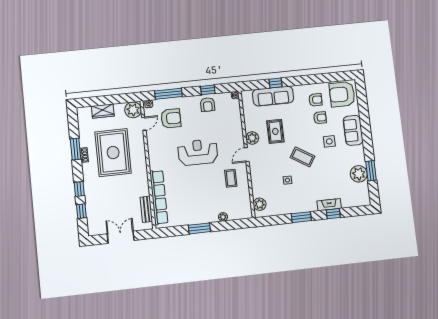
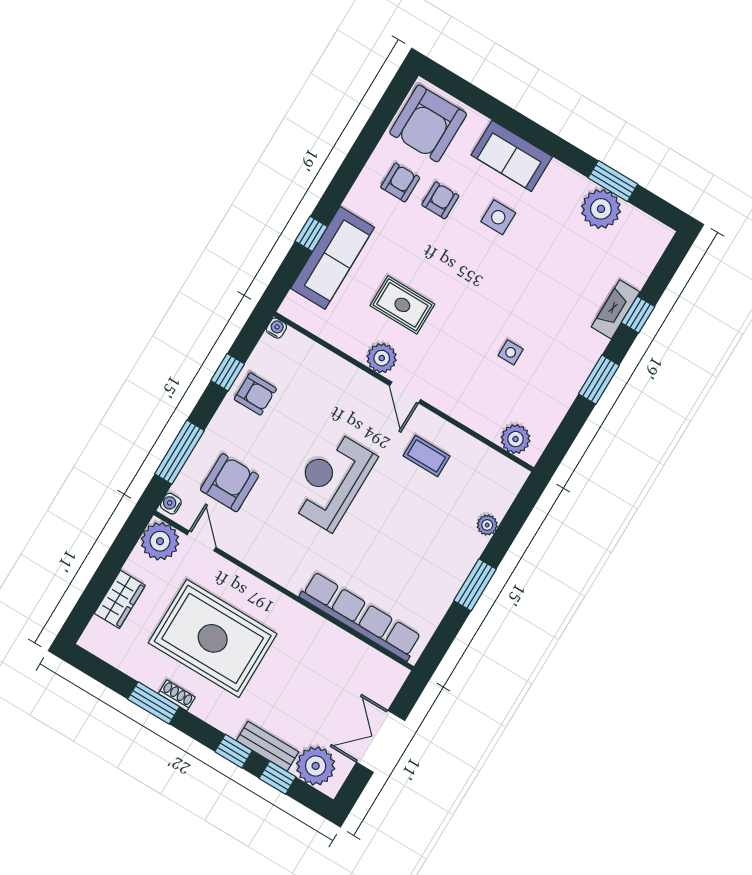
coffee table: (302, 157) -> (489, 291), removed
bench: (146, 209) -> (267, 746), moved
plant: (95, 221) -> (316, 766), added

